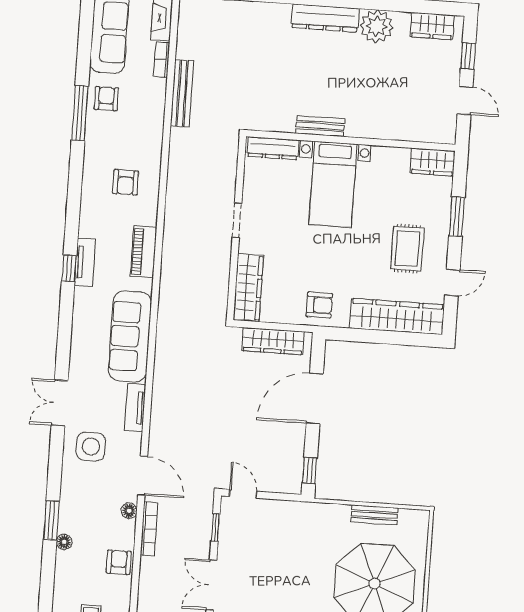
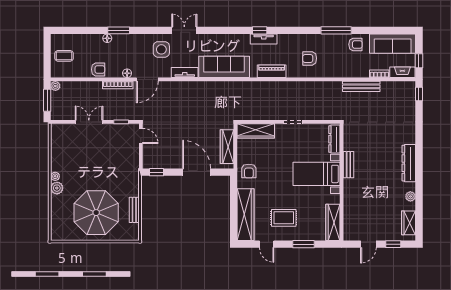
plant: (377, 26) -> (410, 196), width x0.53, depth x0.53
window: (80, 113) -> (336, 30), moved
wardrobe: (433, 162) -> (333, 222), width x1.50
door: (243, 494) -> (141, 136), hinge flipped

